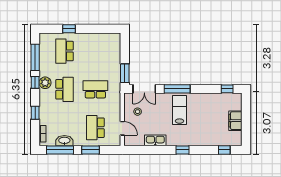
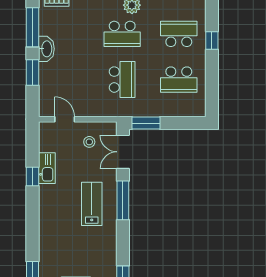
lab bench: (179, 110) -> (92, 204), turned -90
school desk: (95, 128) -> (179, 80), moved, turned 180
door: (122, 128) -> (65, 119), swing flipped
washbasin: (64, 141) -> (46, 49), moved
window: (182, 150) -> (33, 176), moved

